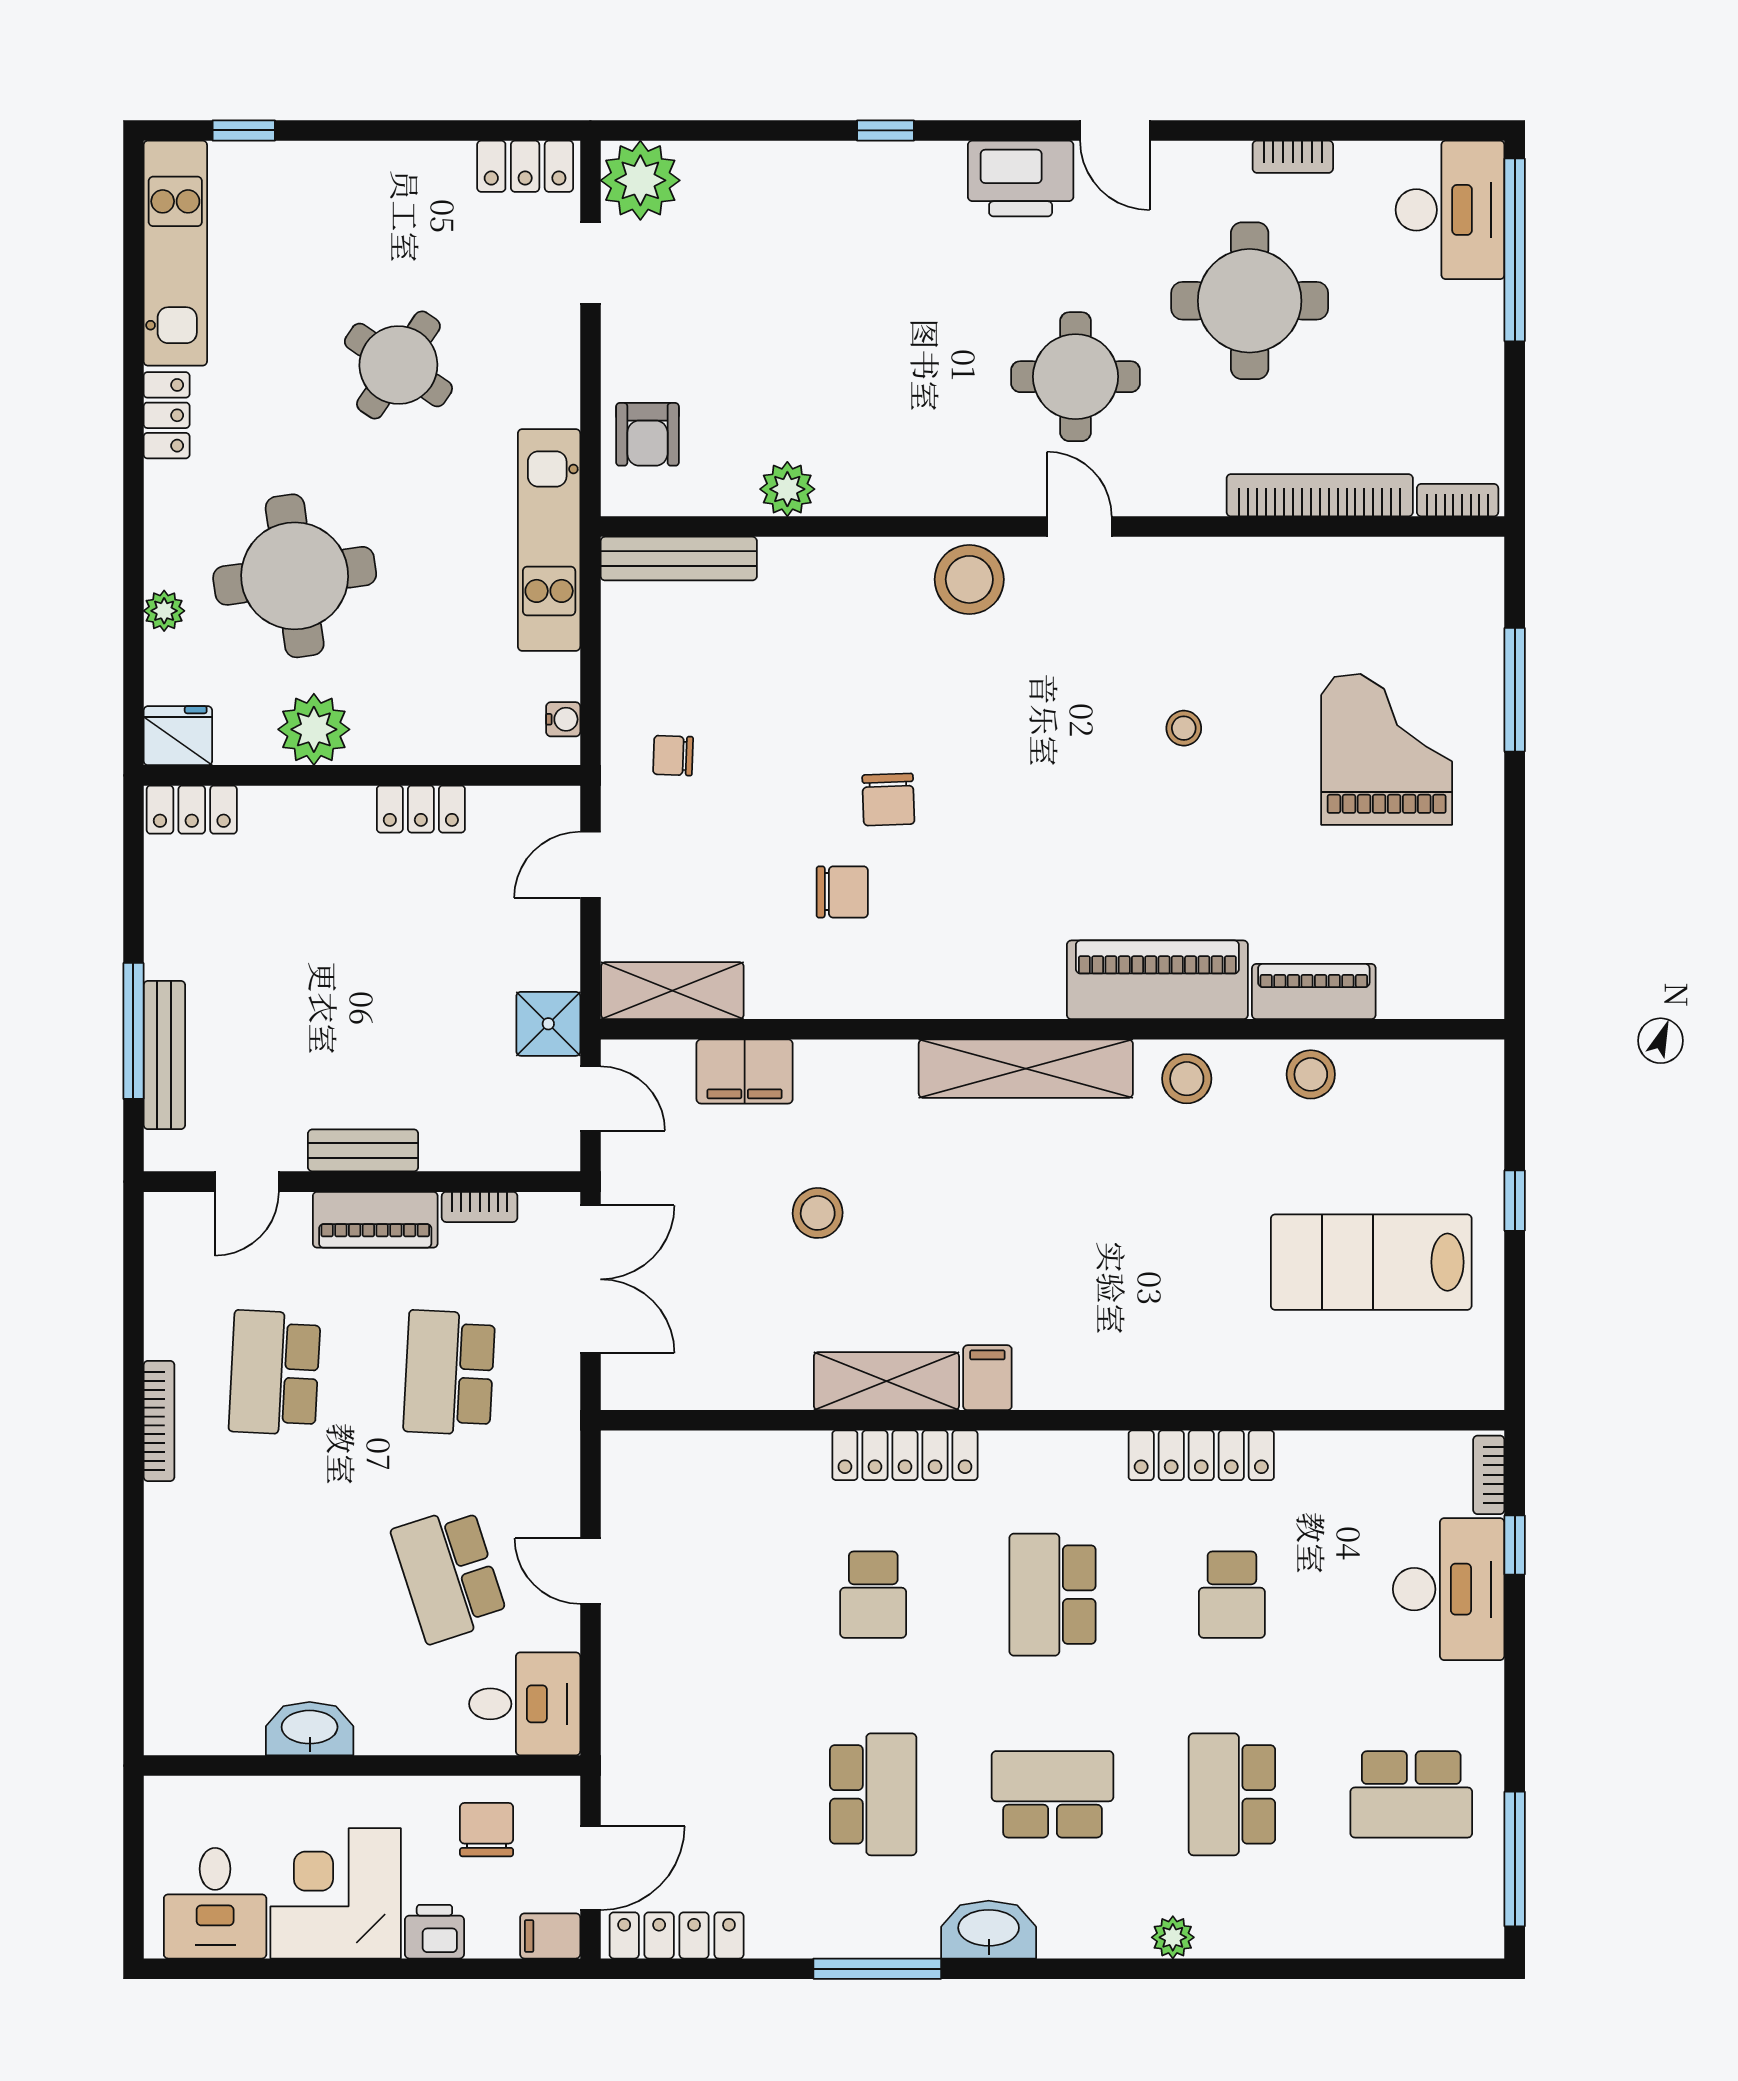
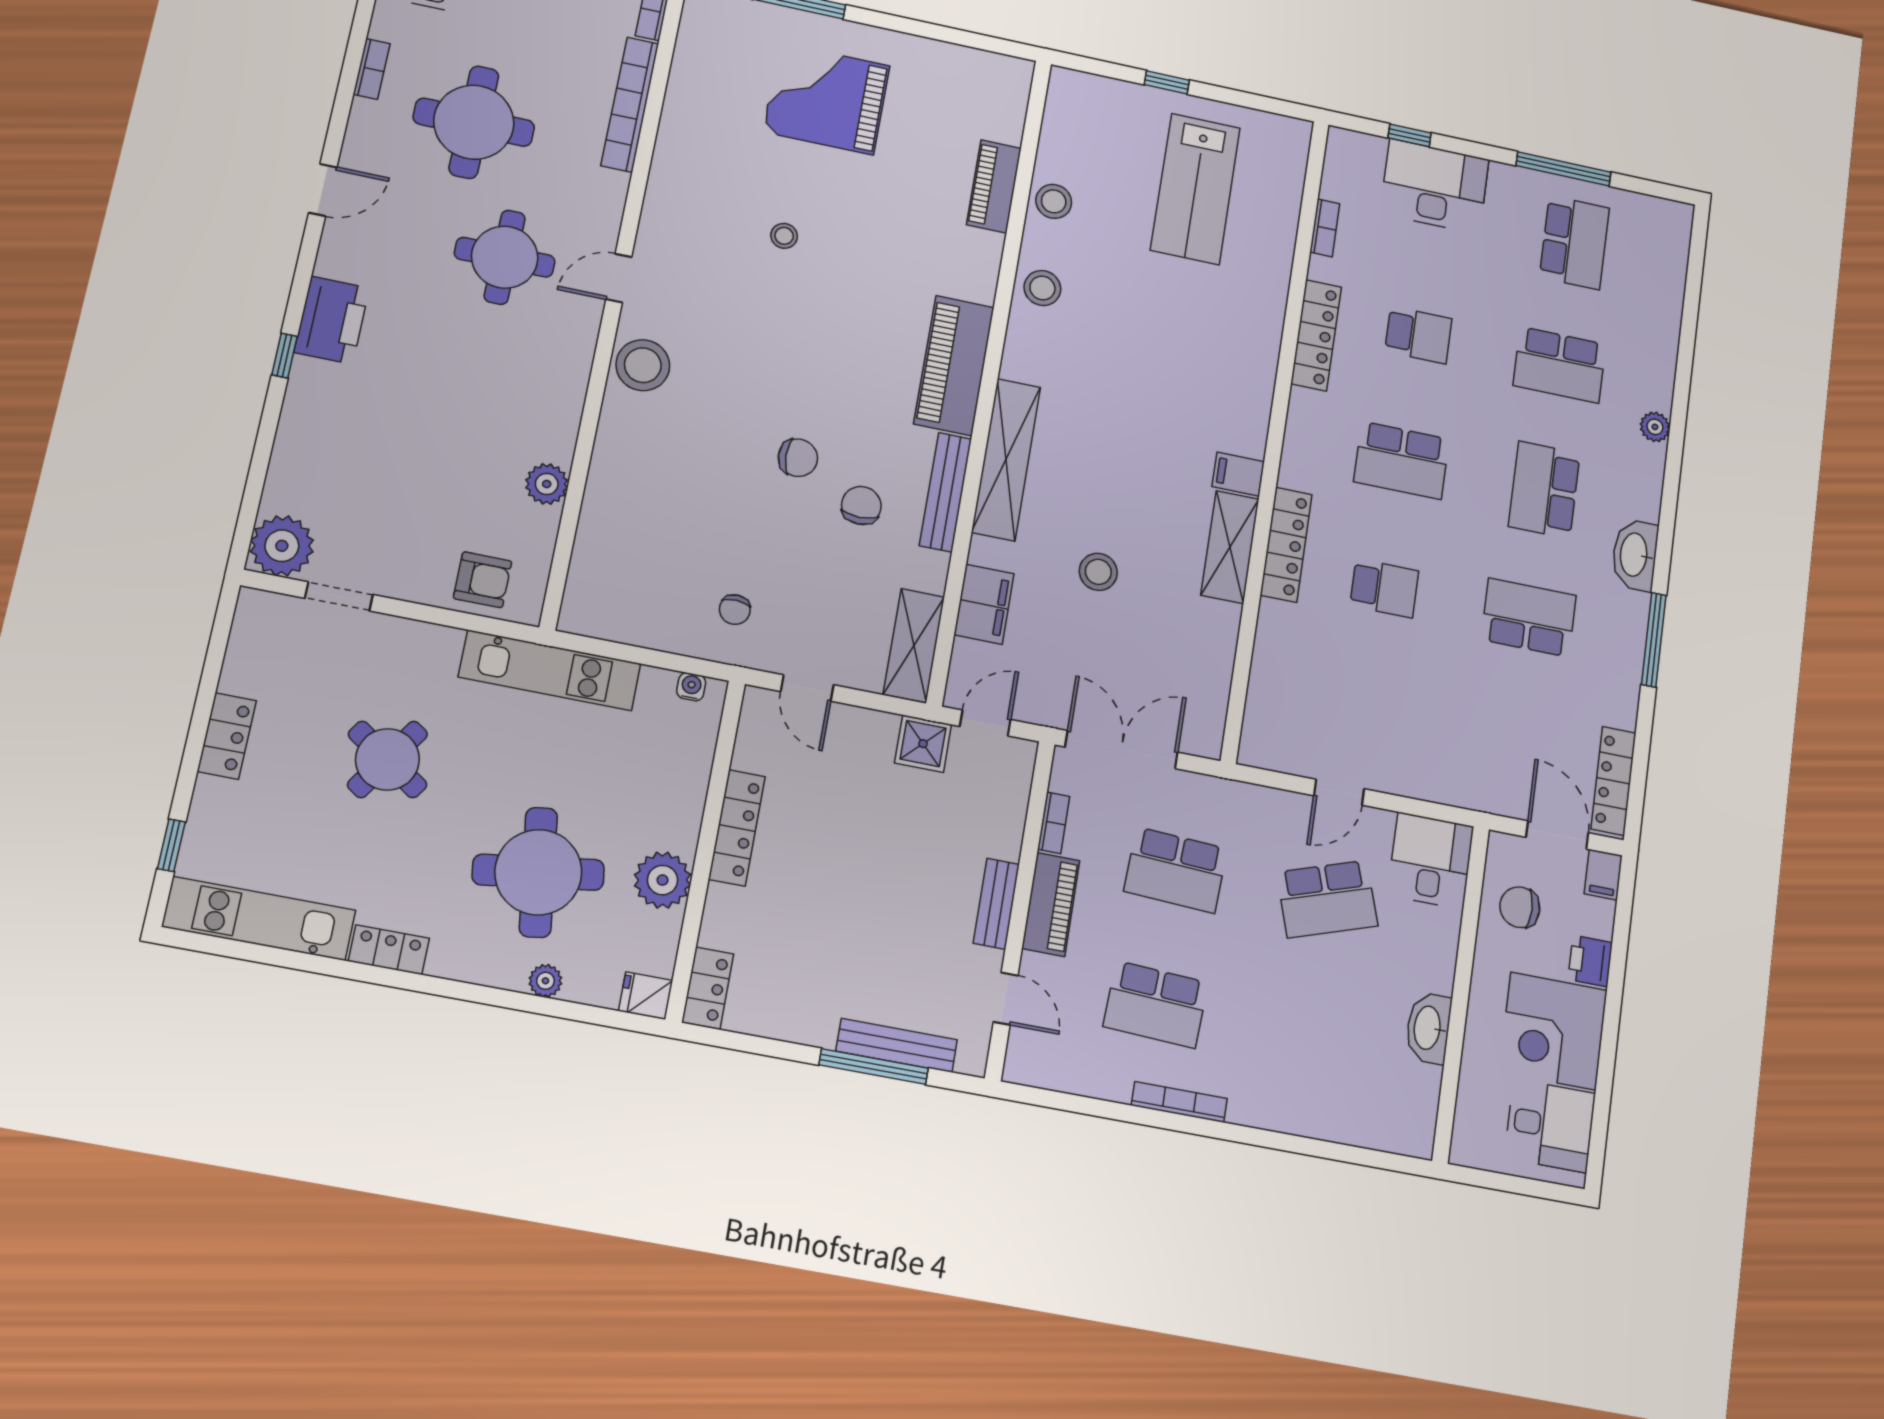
locker: (525, 166) -> (227, 736), moved
printer: (1021, 178) -> (332, 320), moved
bench: (679, 559) -> (945, 492), moved
fridge: (178, 736) -> (646, 996), width x0.72
locker: (421, 809) -> (737, 828), width x1.53
piano: (1157, 980) -> (954, 365), moved
shelving: (1026, 1069) -> (1006, 460), moved
bookcase: (1489, 1475) -> (1325, 228), moved, turned -90
window: (1515, 1859) -> (1563, 169), moved

